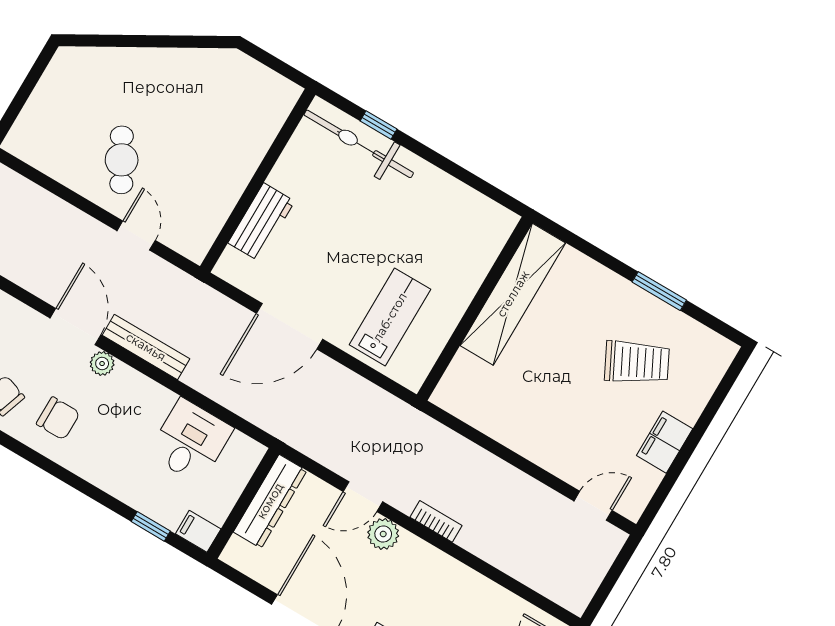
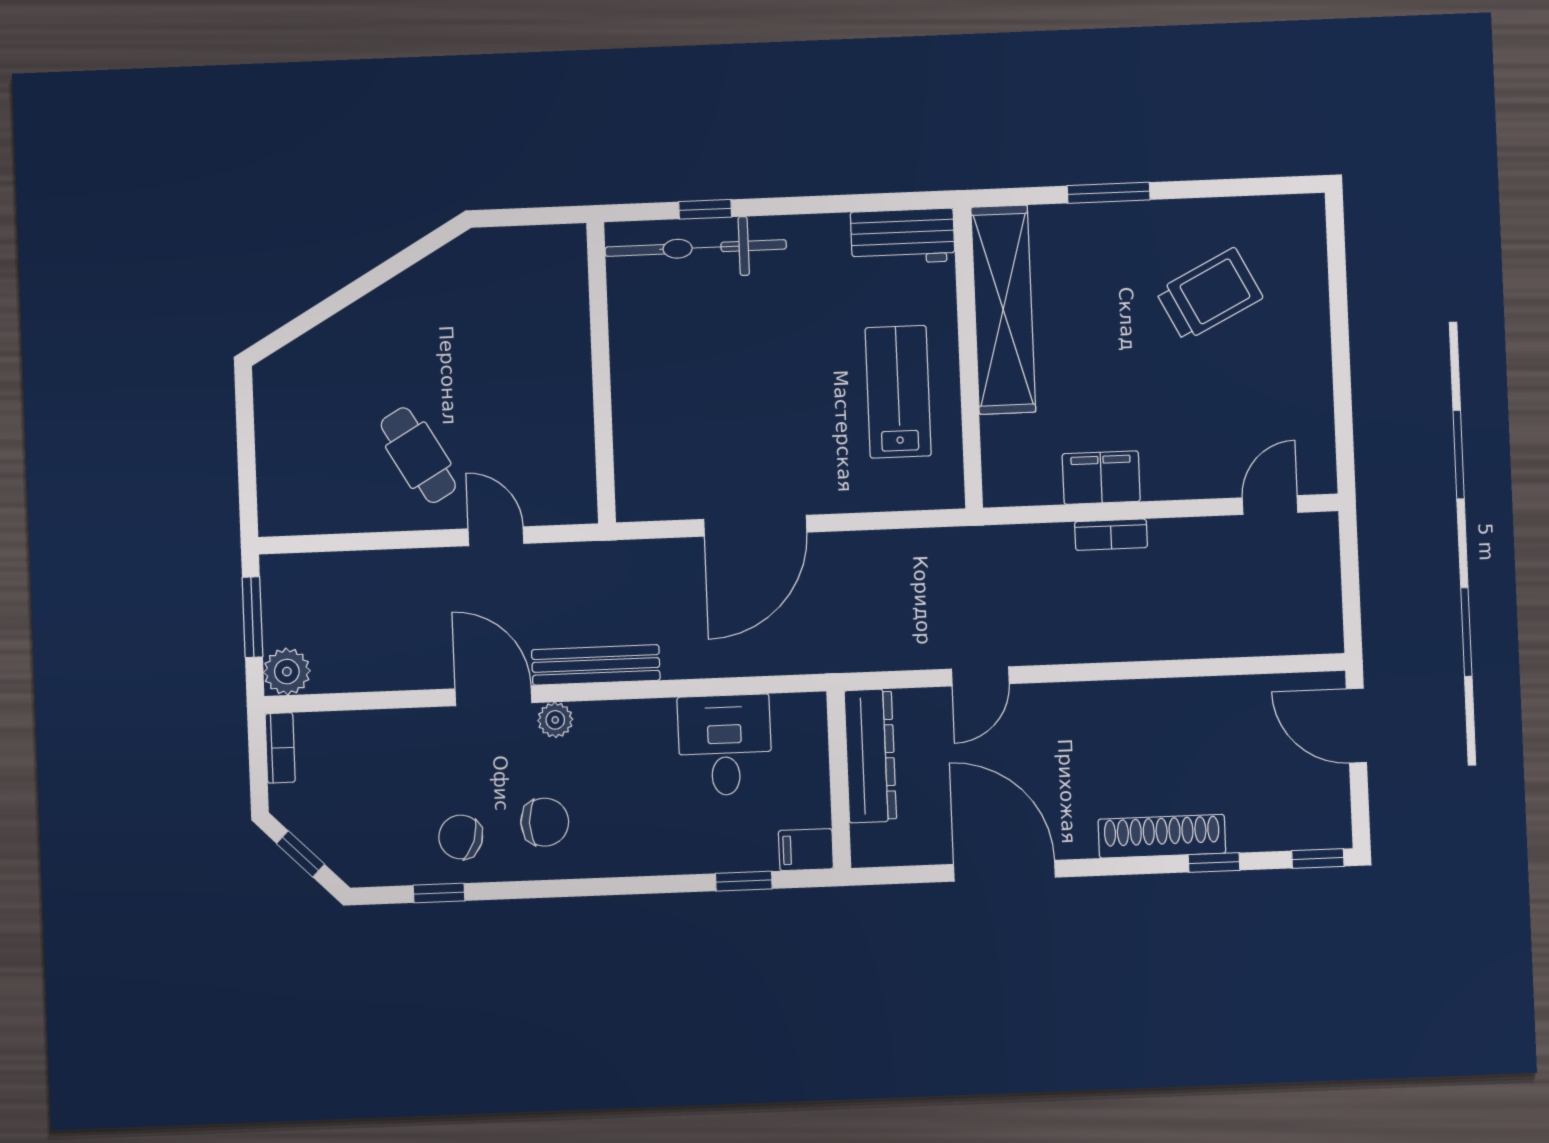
workbench: (261, 222) -> (903, 237), moved, turned 90
window: (659, 291) -> (1109, 193), moved
lab bench: (390, 317) -> (898, 392), moved
filing cabinet: (665, 442) -> (1101, 478), moved, turned 90
bookcase: (436, 521) -> (1111, 535), moved, turned 180
plant: (383, 534) -> (1035, 706), removed

